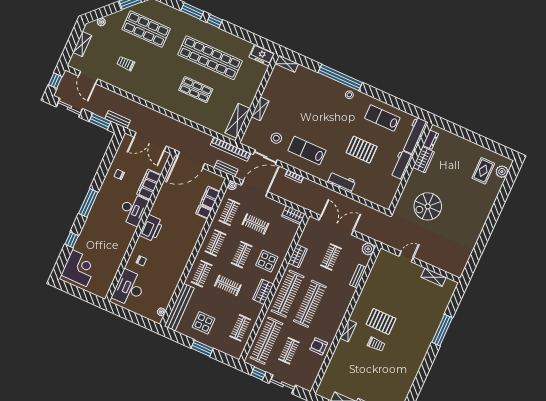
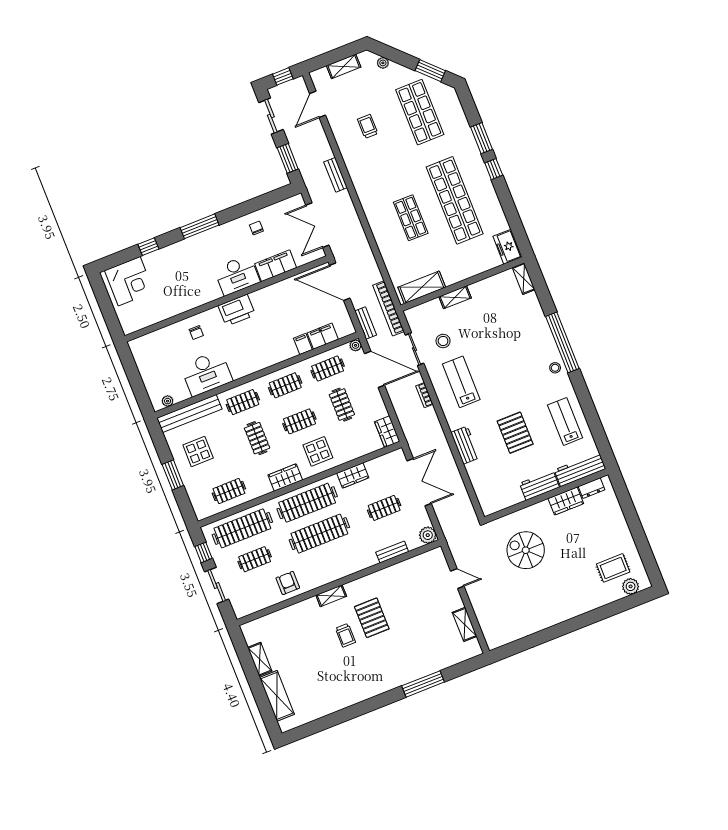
bench: (118, 119) -> (336, 175), moved
desk: (129, 288) -> (206, 373), moved, turned 180

